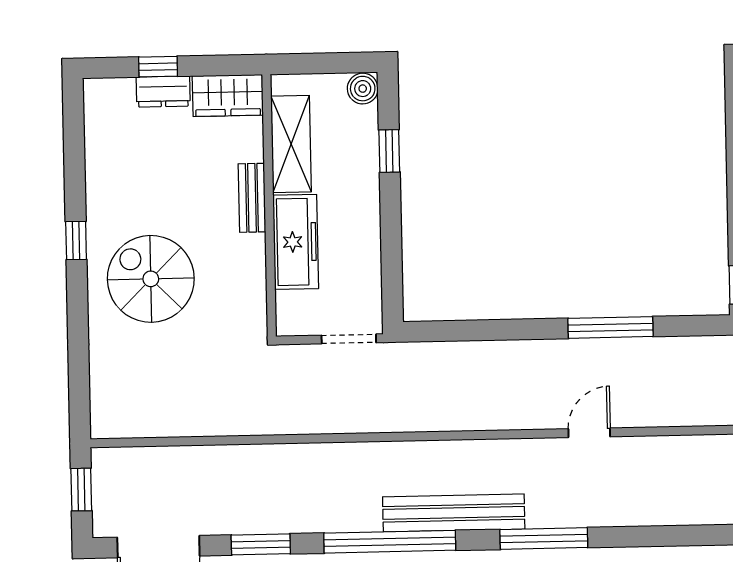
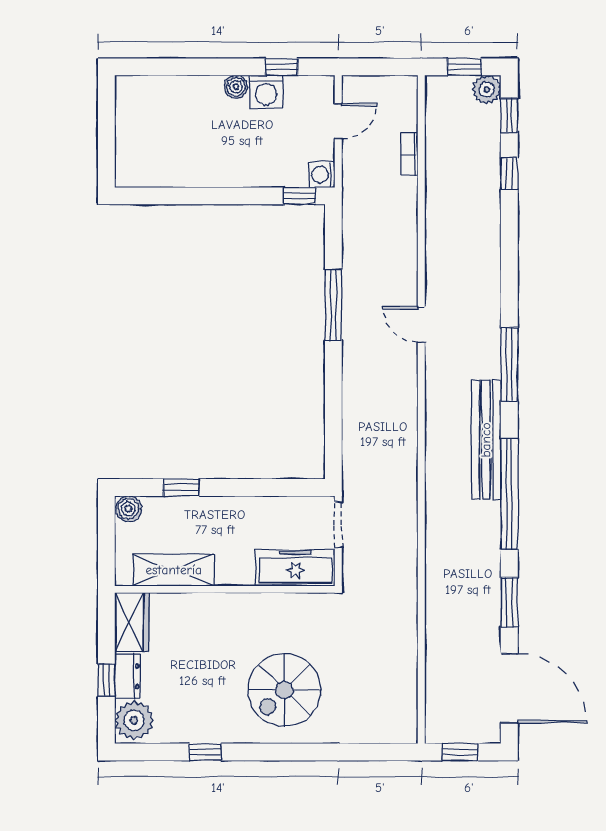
plant: (111, 101) -> (134, 720), added
bench: (252, 198) -> (218, 604), removed
window: (76, 241) -> (205, 752), moved
freezer: (296, 242) -> (295, 568), moved

